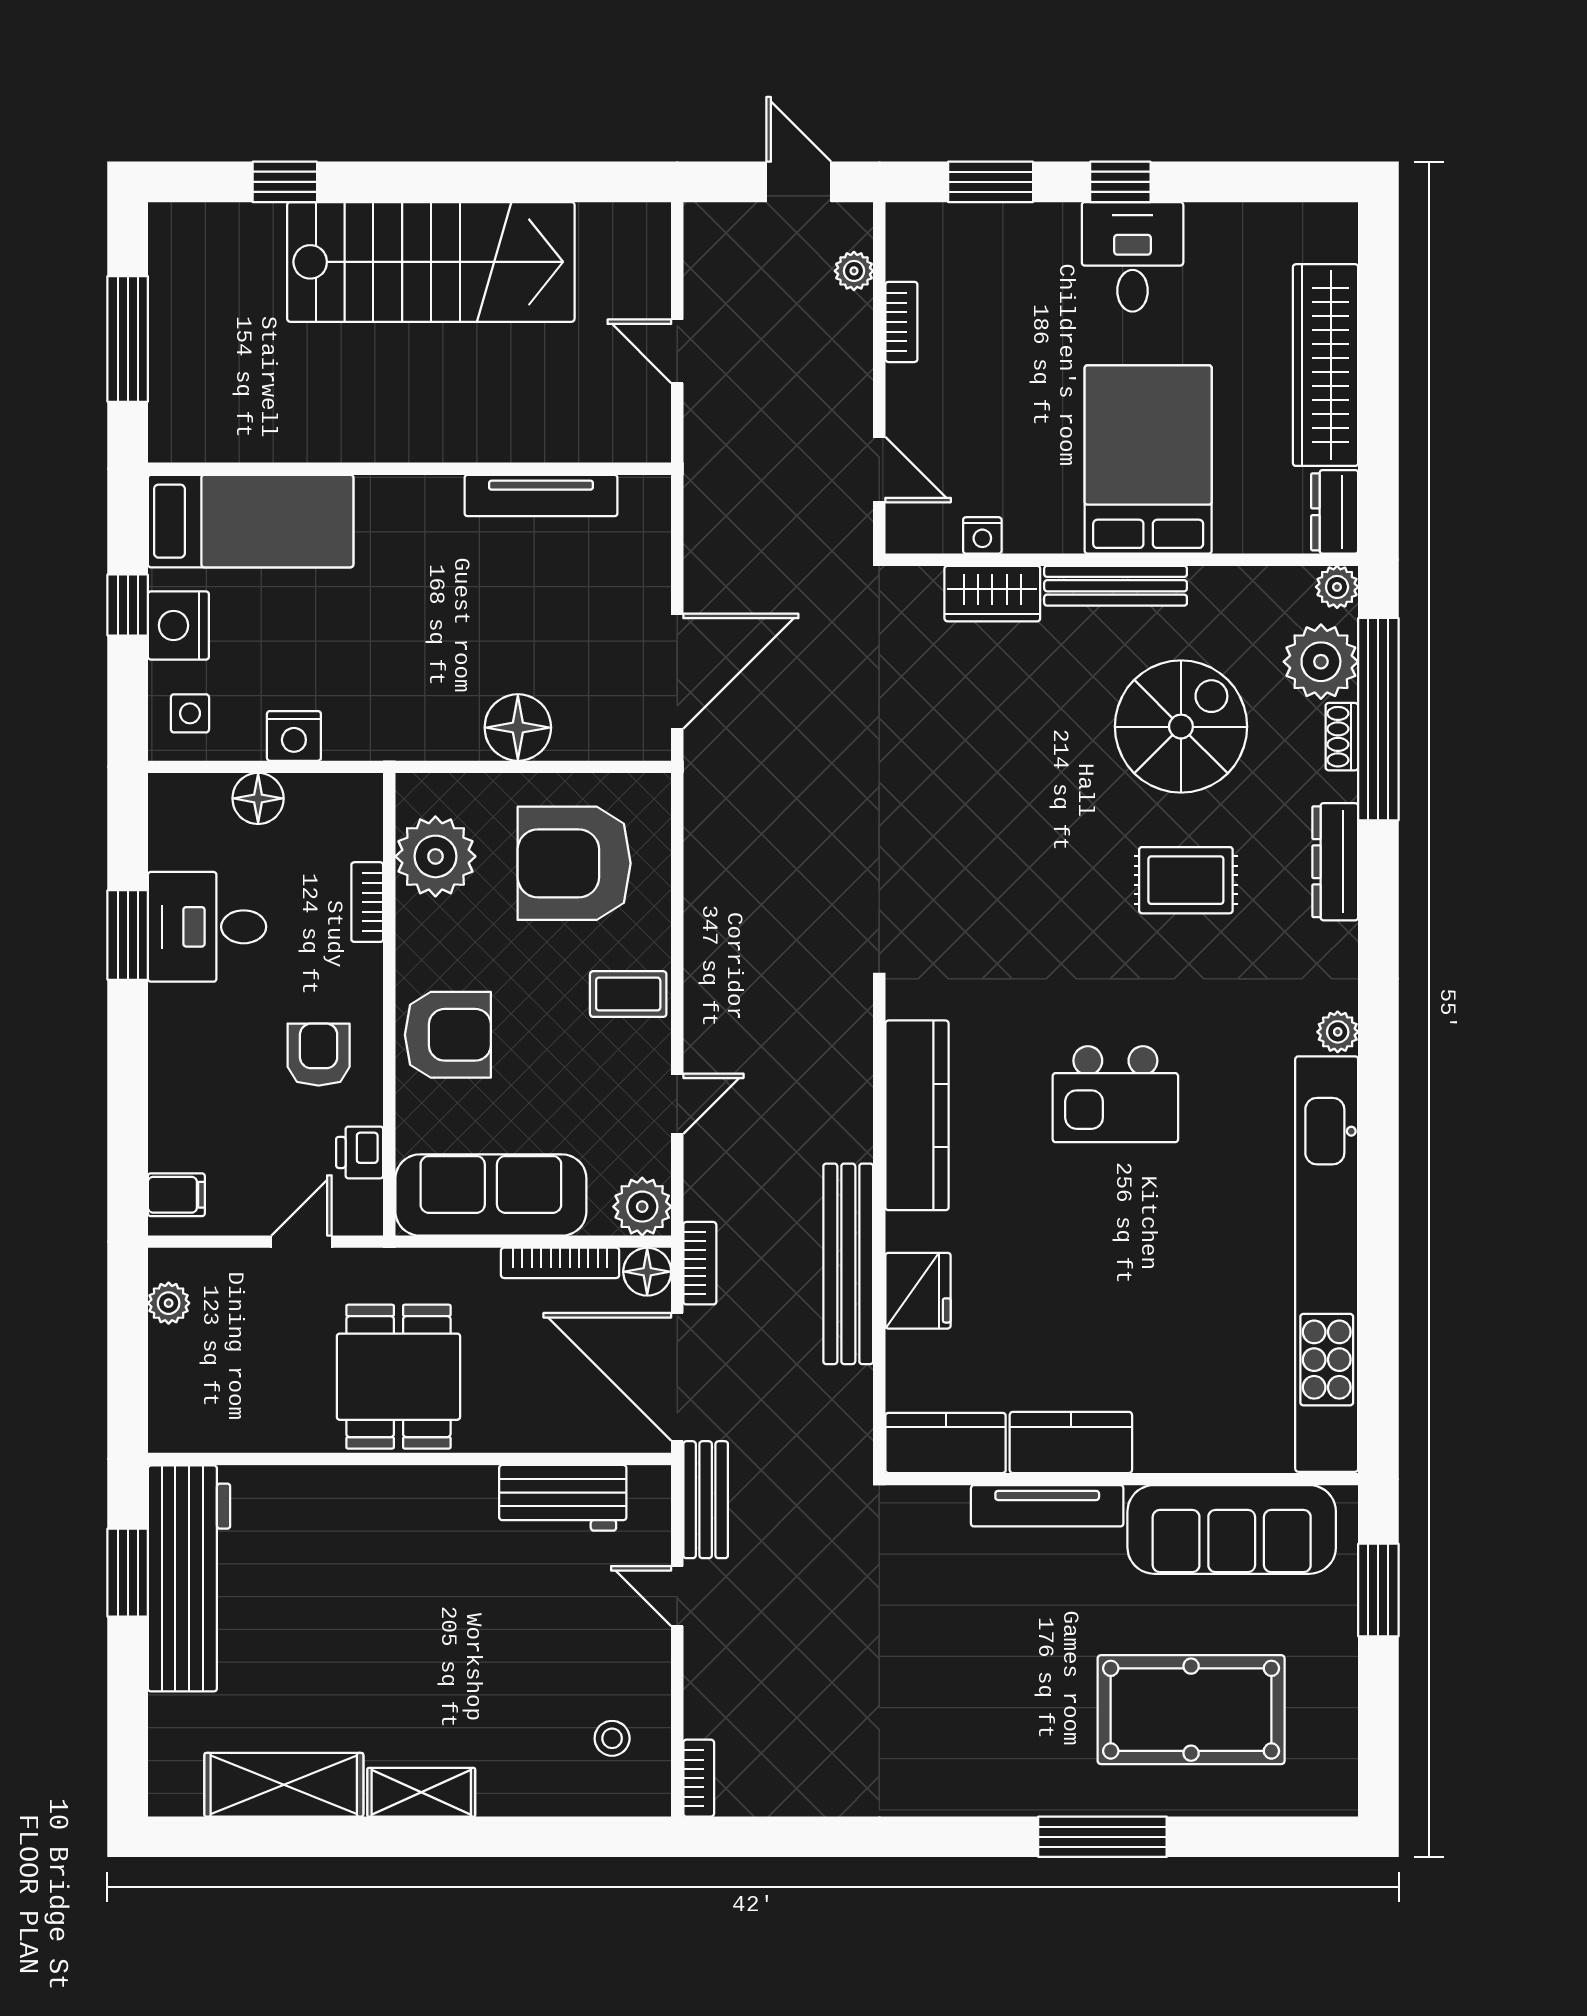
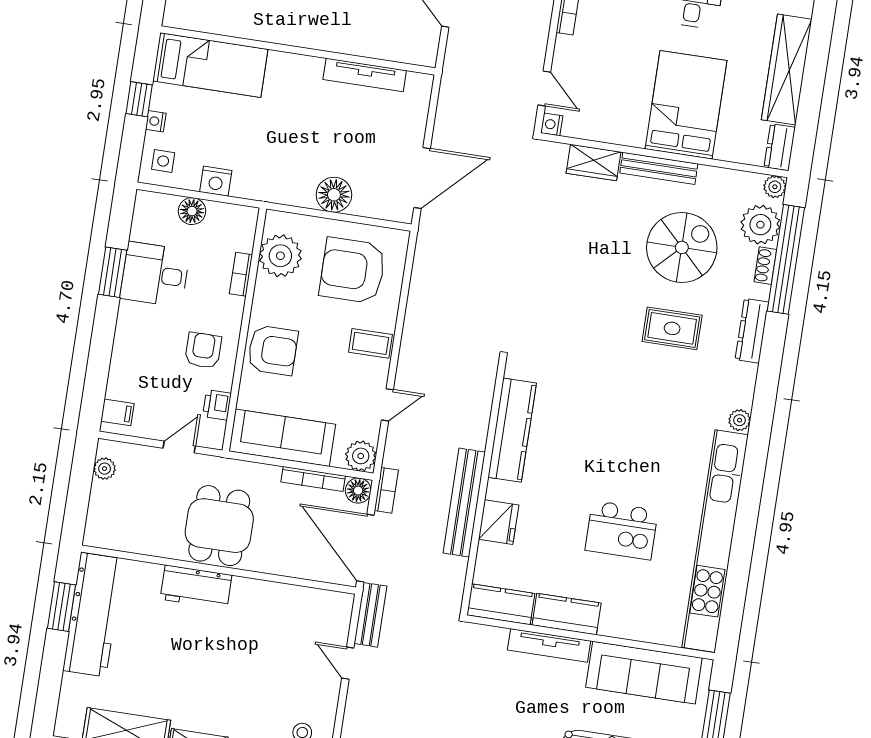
nightstand: (982, 535) -> (552, 124), moved, turned 90
nightstand: (178, 625) -> (156, 121), width x0.53, depth x0.56
kitchen island: (1115, 1094) -> (622, 530), moved
workbench: (563, 1498) -> (196, 587), moved

